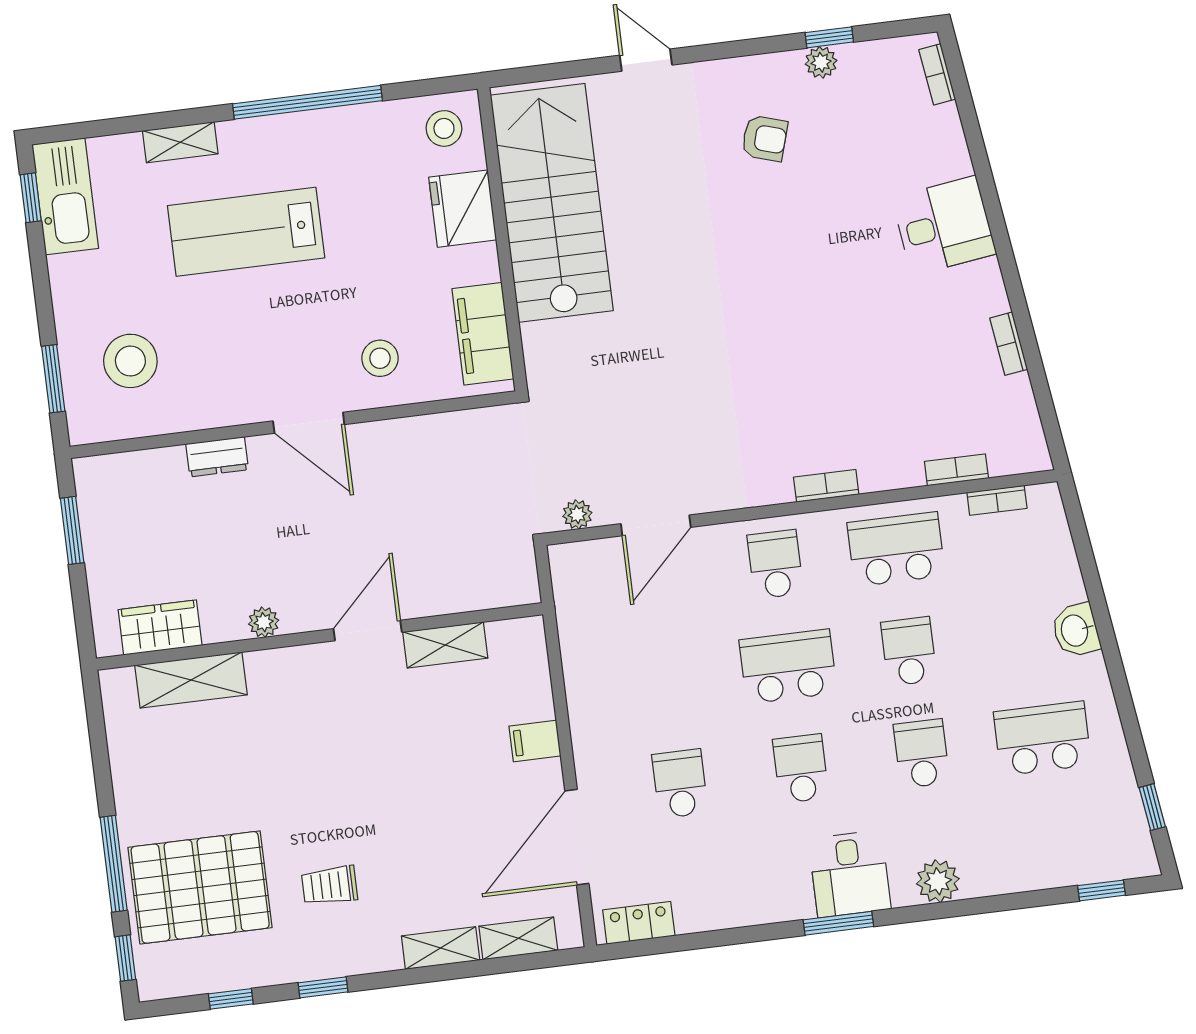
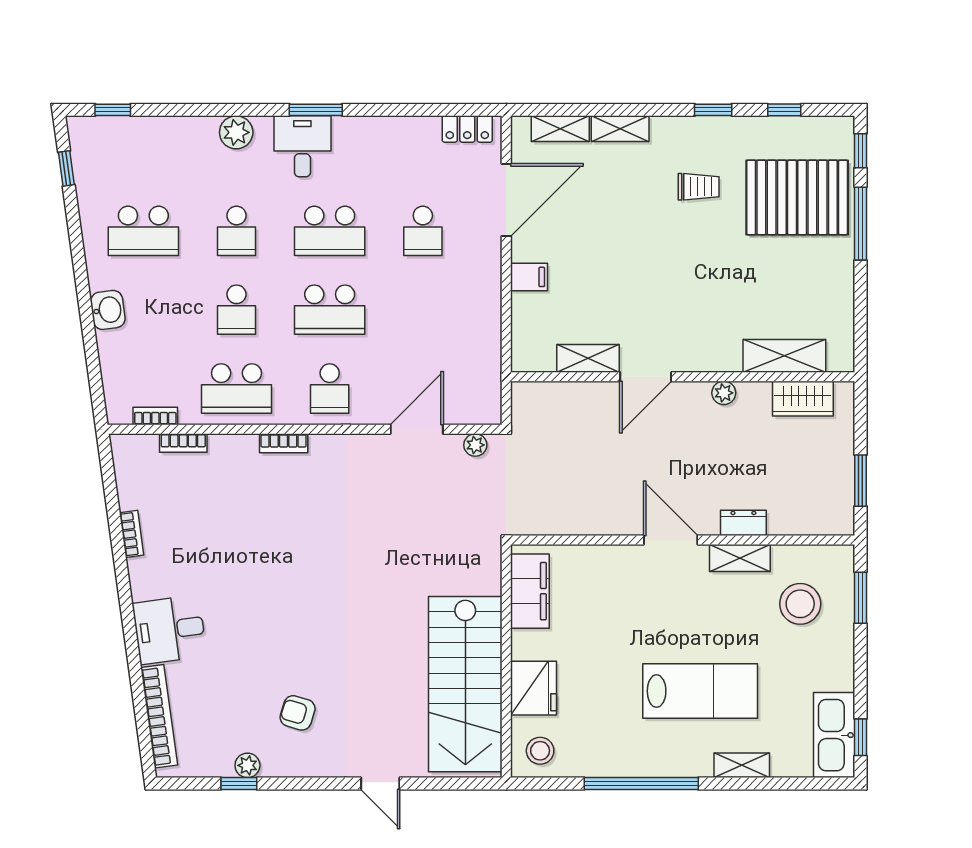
bookcase: (937, 74) -> (159, 716), width x2.31, depth x1.31
stool: (380, 358) -> (610, 582), removed
shelving: (216, 411) -> (740, 558), added
school desk: (801, 769) -> (330, 231), width x1.85

